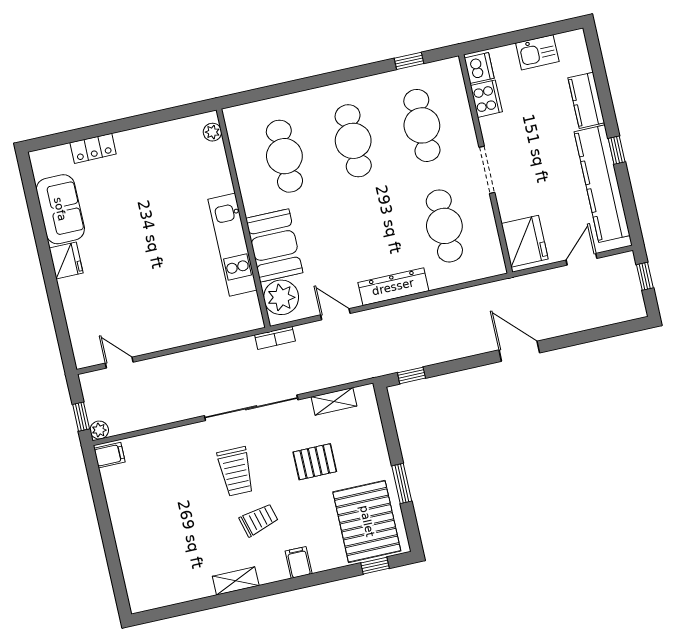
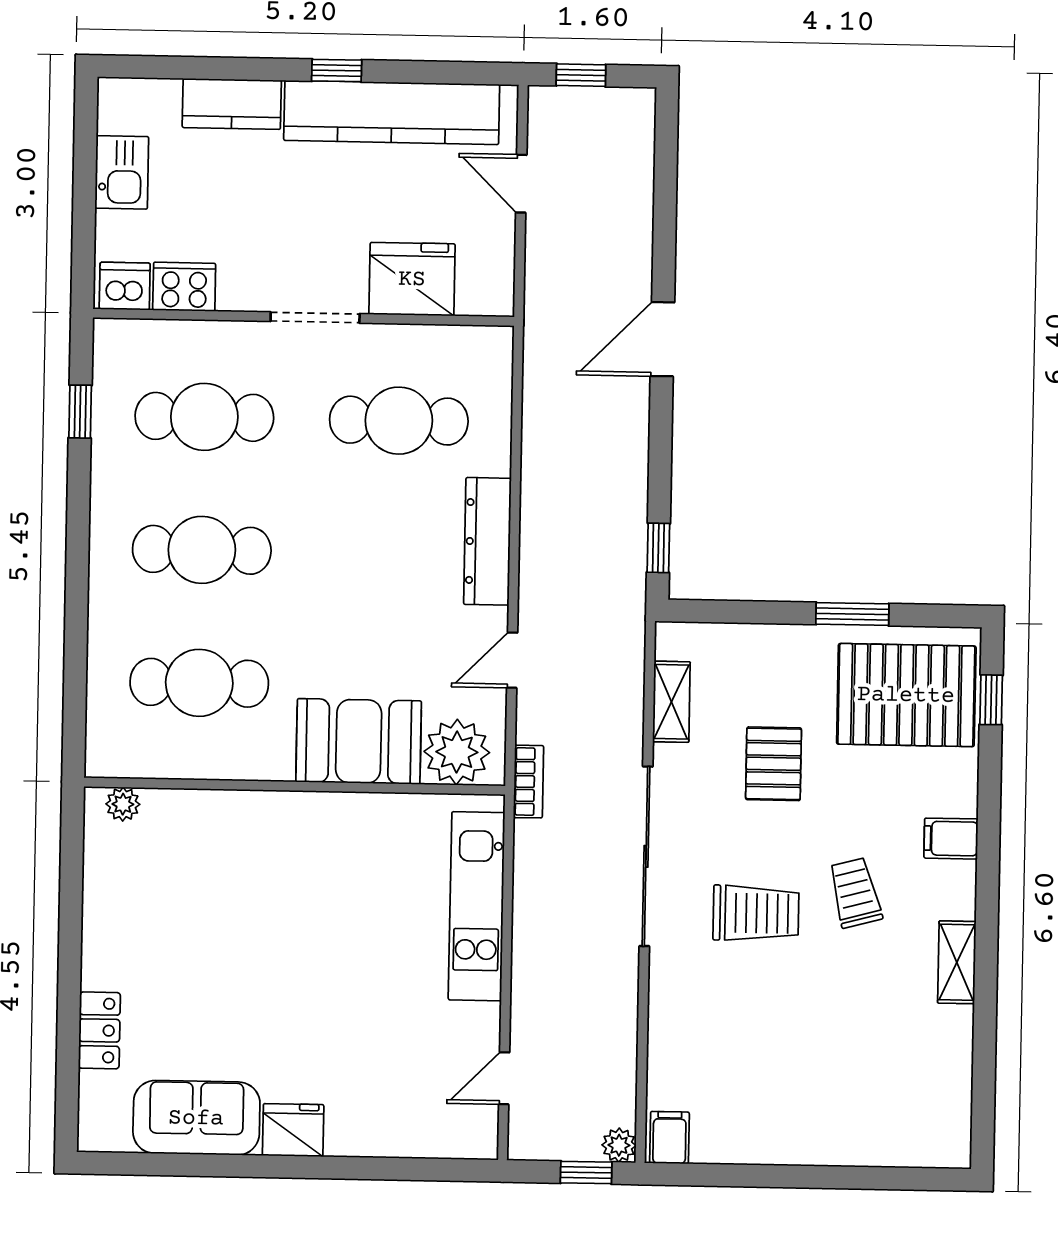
fridge: (525, 241) -> (412, 279), moved
kitchen unit: (232, 245) -> (477, 906), moved, turned 90

